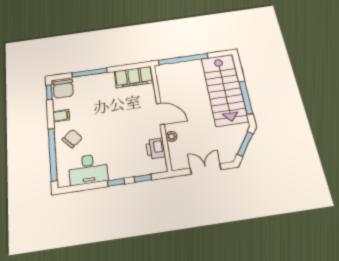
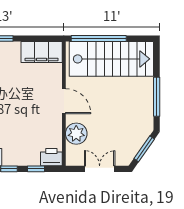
stairs: (224, 89) -> (111, 59), moved, turned -90
plant: (171, 136) -> (76, 134), width x1.88, depth x1.88
printer: (156, 149) -> (51, 157), moved, turned 90

